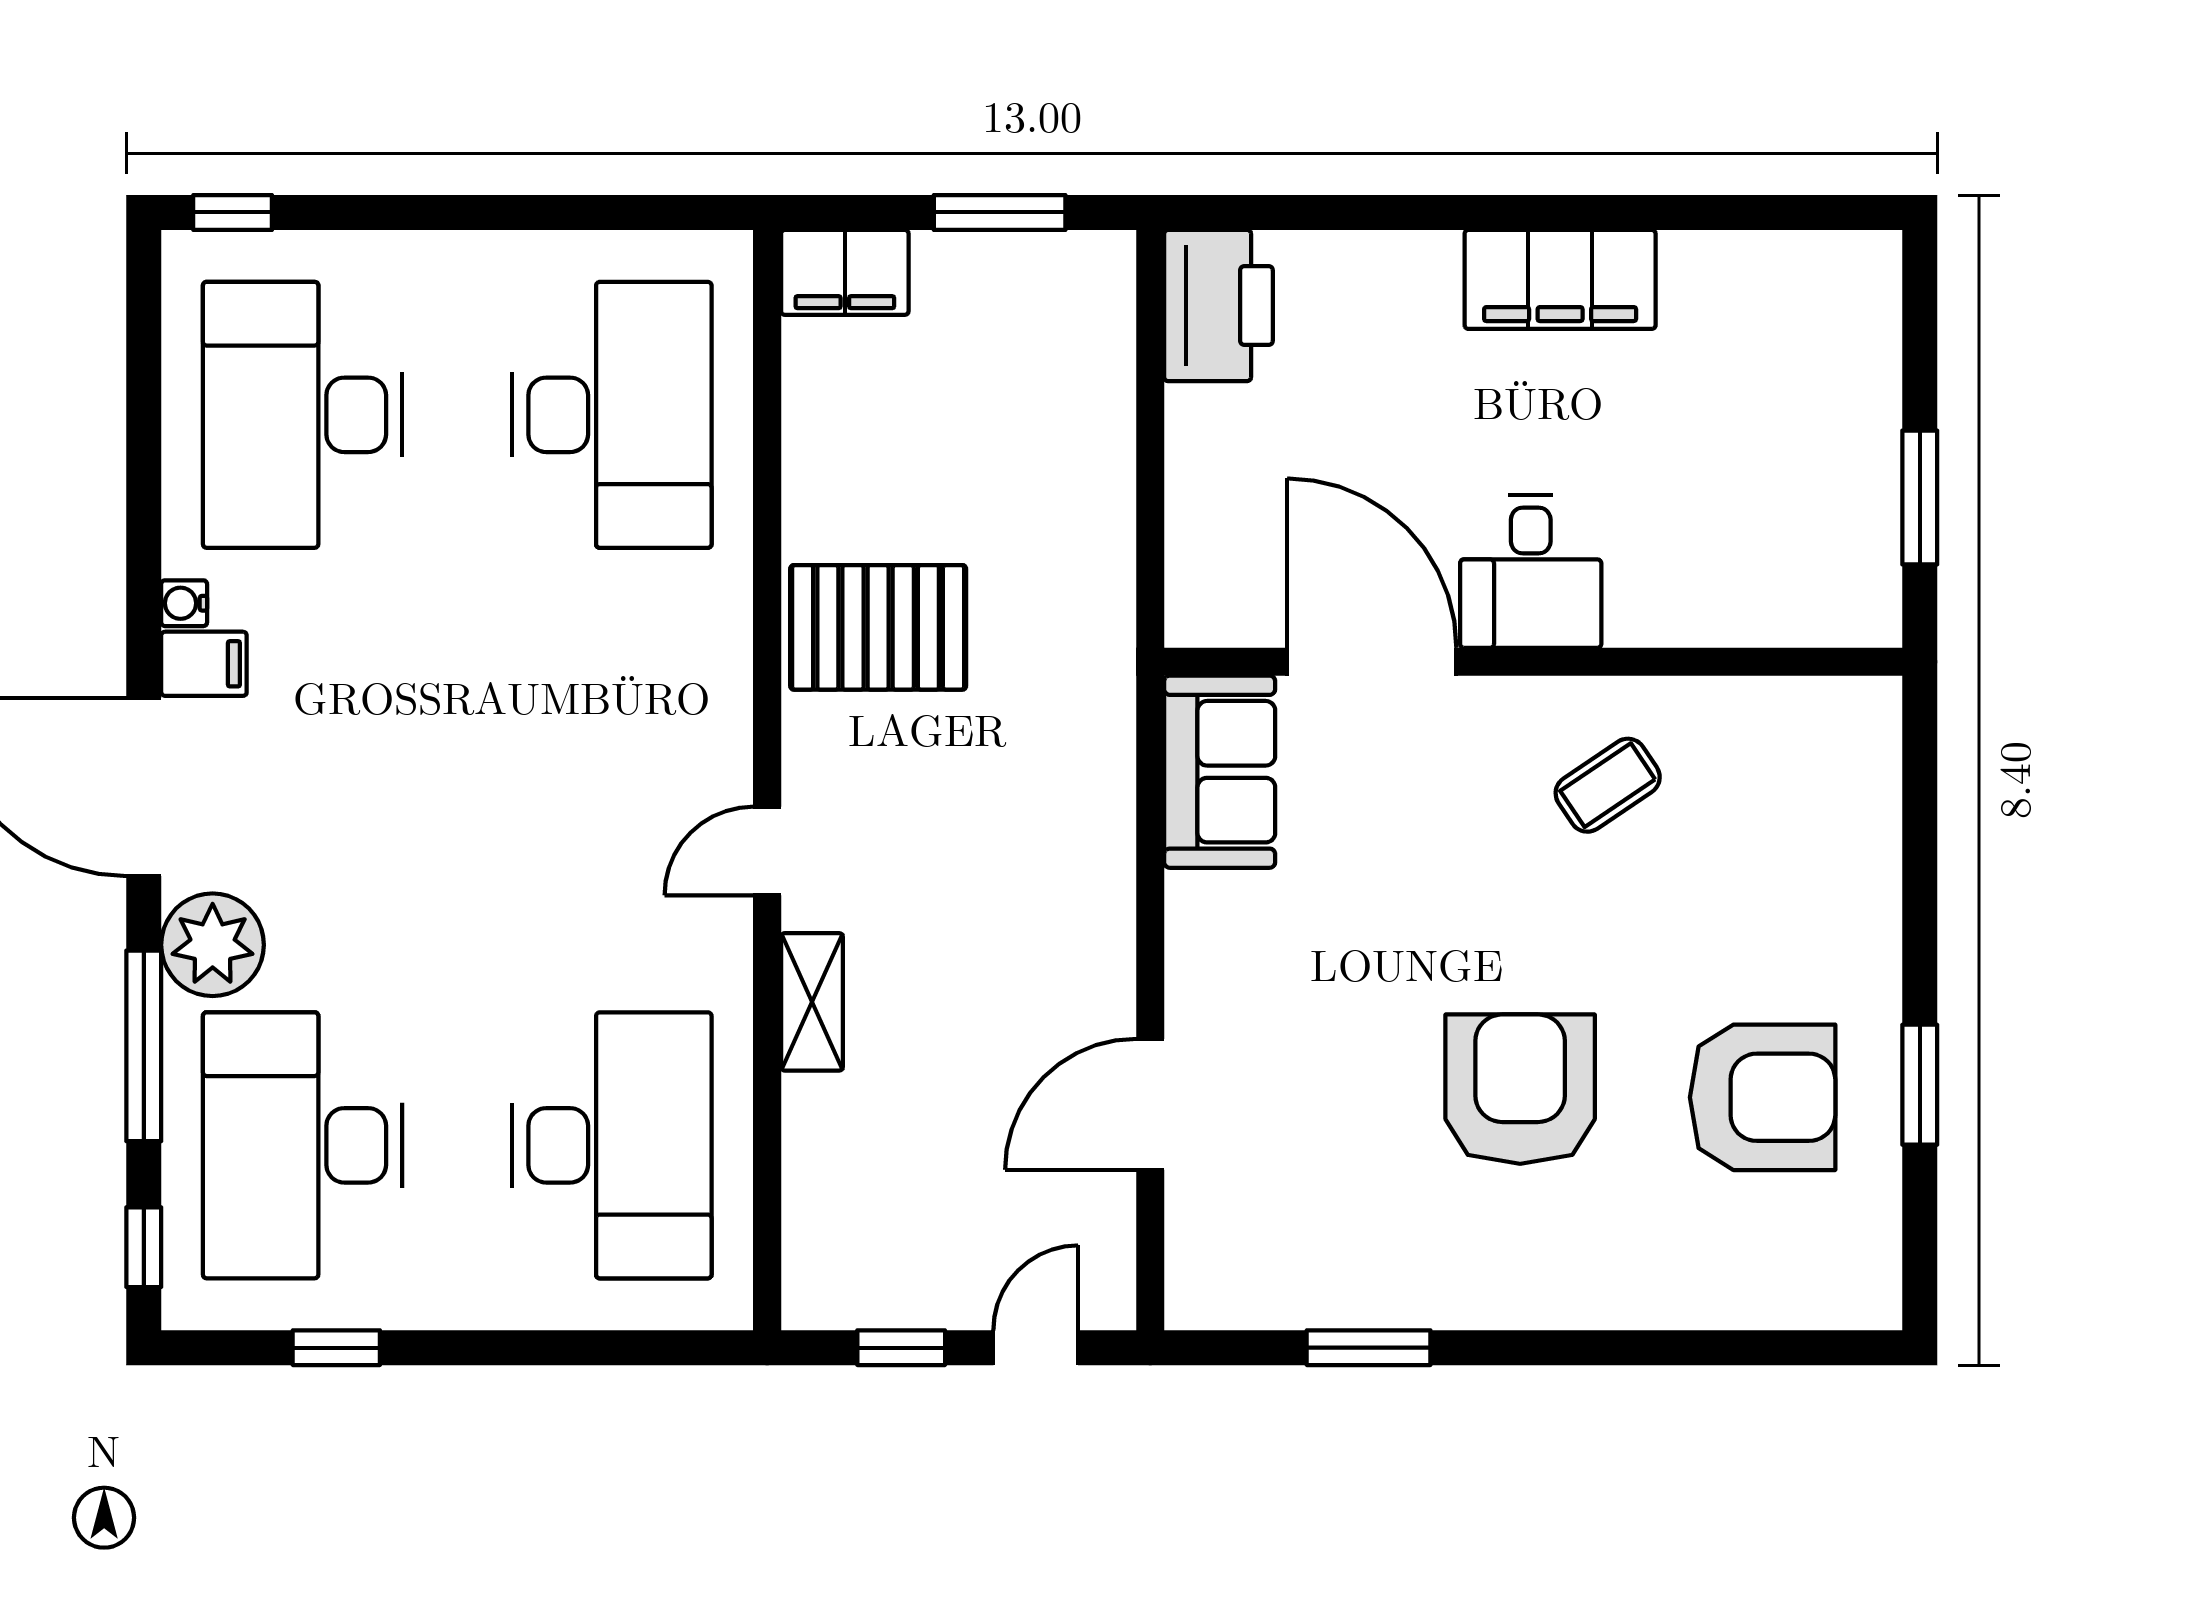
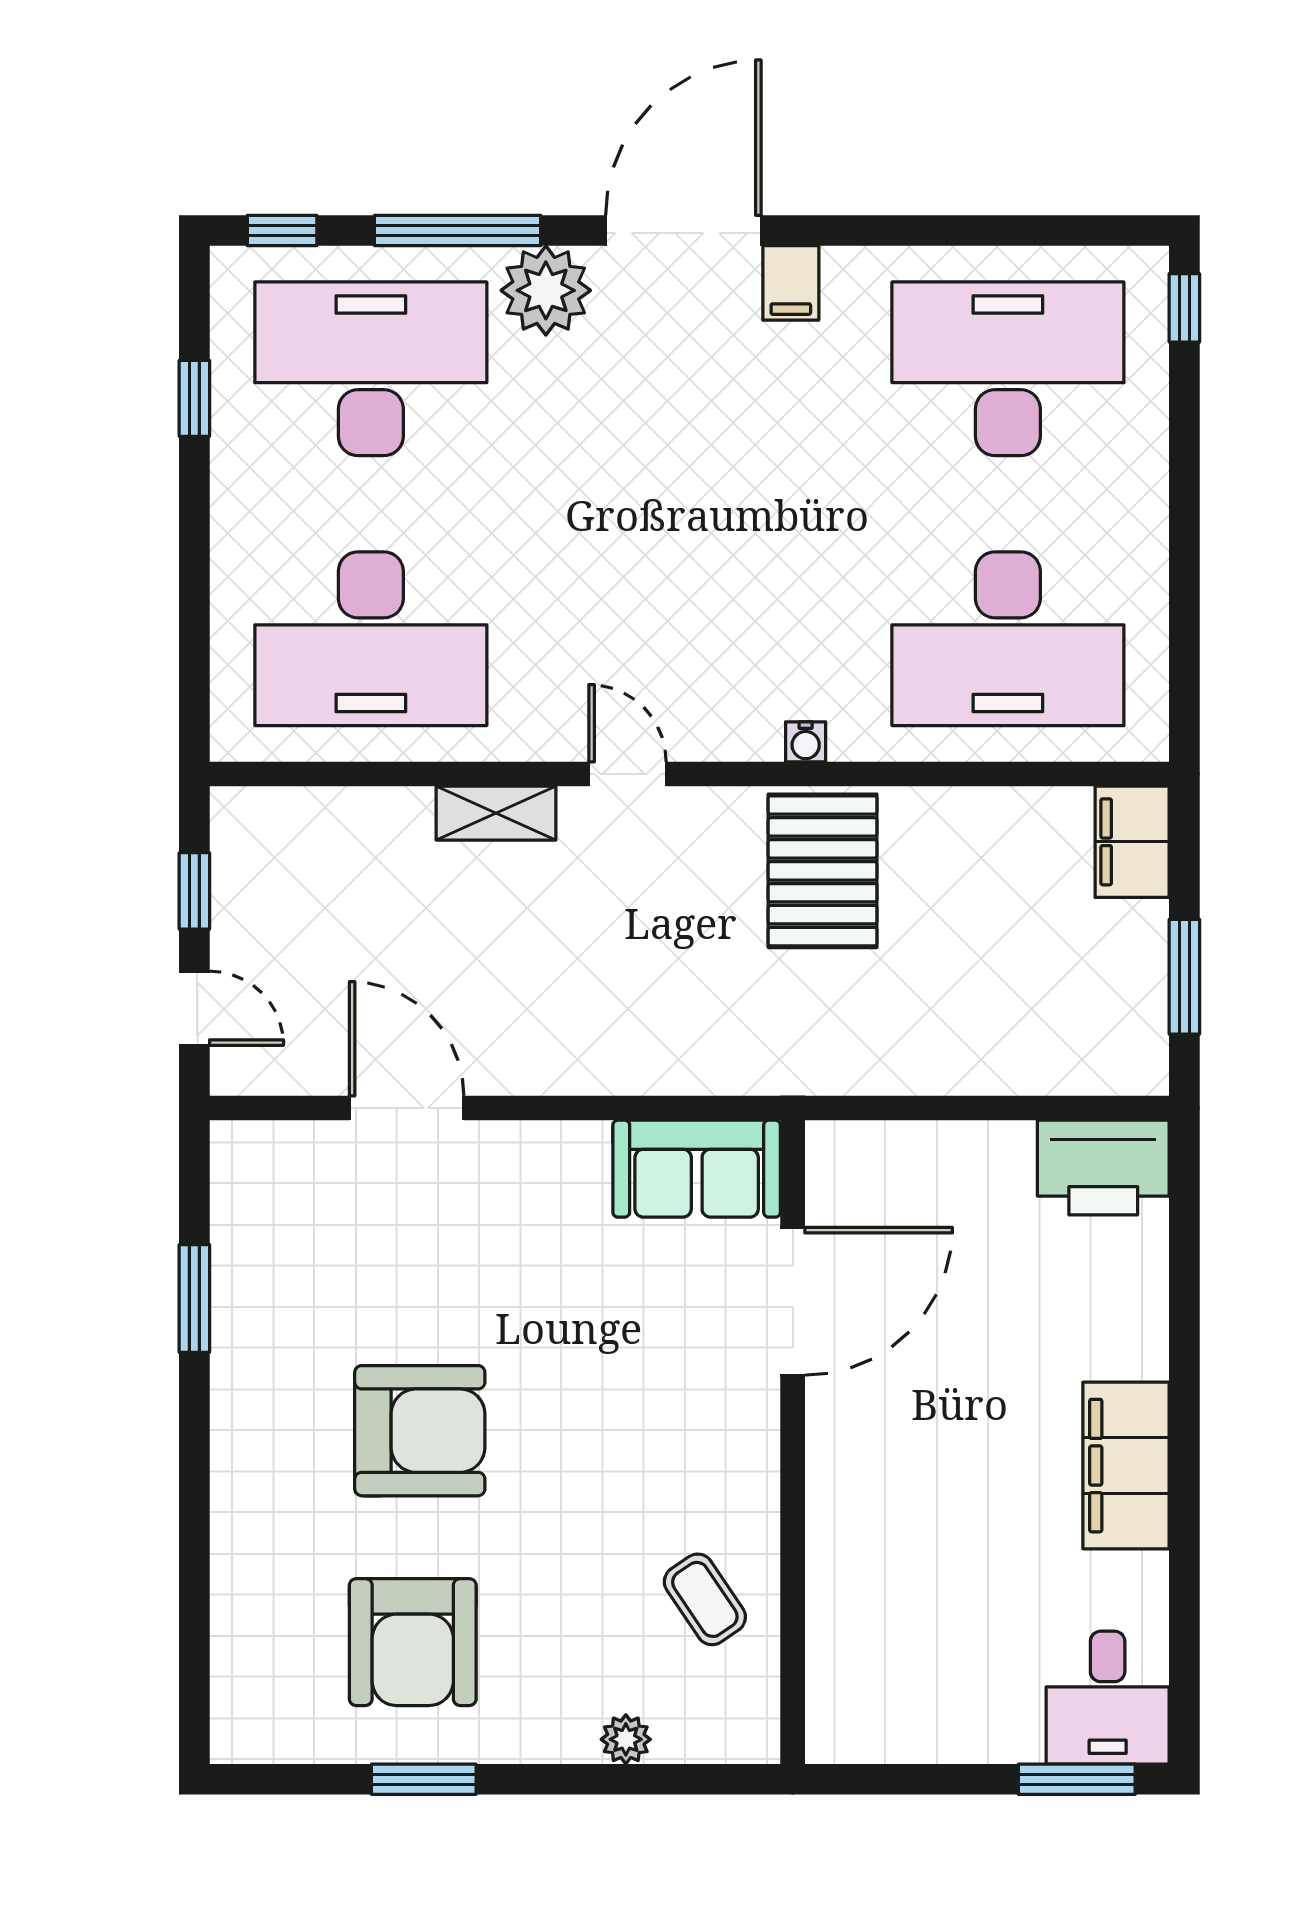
window: (1920, 497) -> (1077, 1779), moved
desk: (1531, 572) -> (1108, 1698), moved, turned -90
water cooler: (184, 603) -> (806, 742), moved, turned 180
coffee table: (1608, 785) -> (705, 1599), moved
plant: (1874, 853) -> (626, 1739), added

